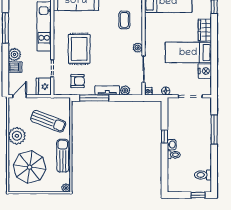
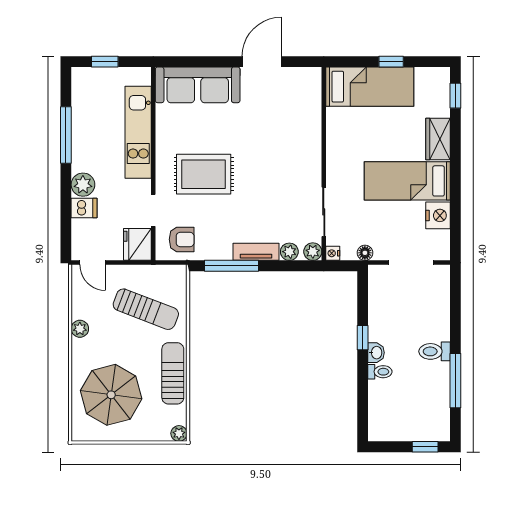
coffee table: (124, 20) -> (288, 120), removed
plant: (138, 48) -> (313, 252), moved
rug: (79, 49) -> (204, 174), turned 90
armchair: (78, 81) -> (182, 239), moved
door: (20, 96) -> (93, 263), swing flipped
window: (214, 130) -> (455, 381), moved
plant: (17, 136) -> (80, 329), width x0.53, depth x0.53
toilet: (203, 175) -> (435, 351), moved

